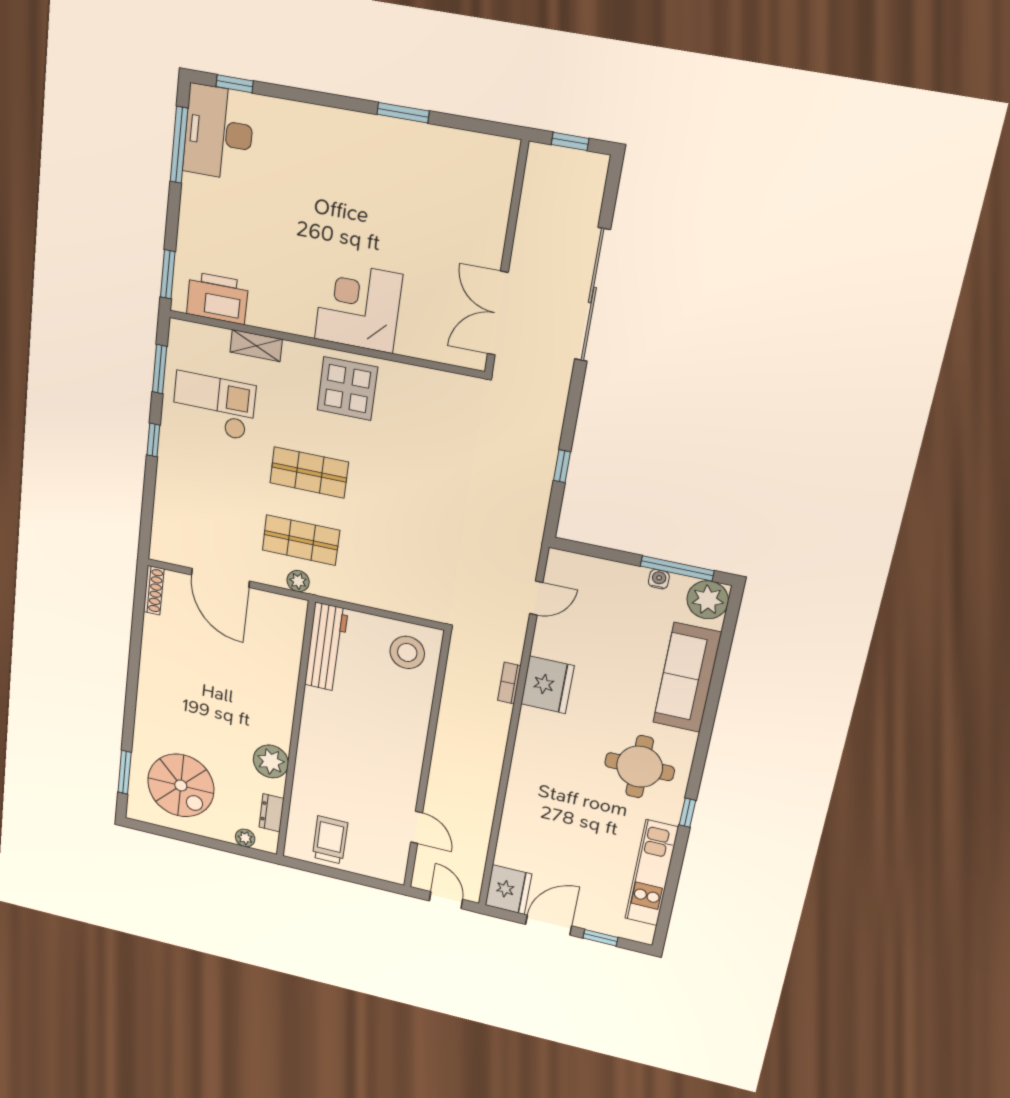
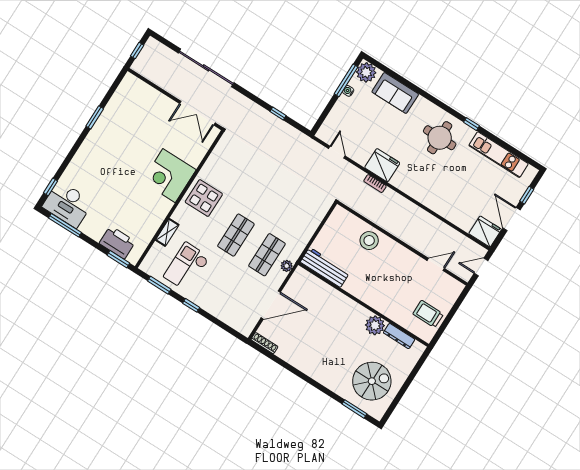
printer: (217, 298) -> (117, 242), moved, turned 90
stool: (407, 652) -> (369, 241), moved
sofa: (687, 678) -> (395, 93), width x0.73
dresser: (272, 813) -> (399, 336), width x1.44
plant: (245, 838) -> (412, 360), removed

